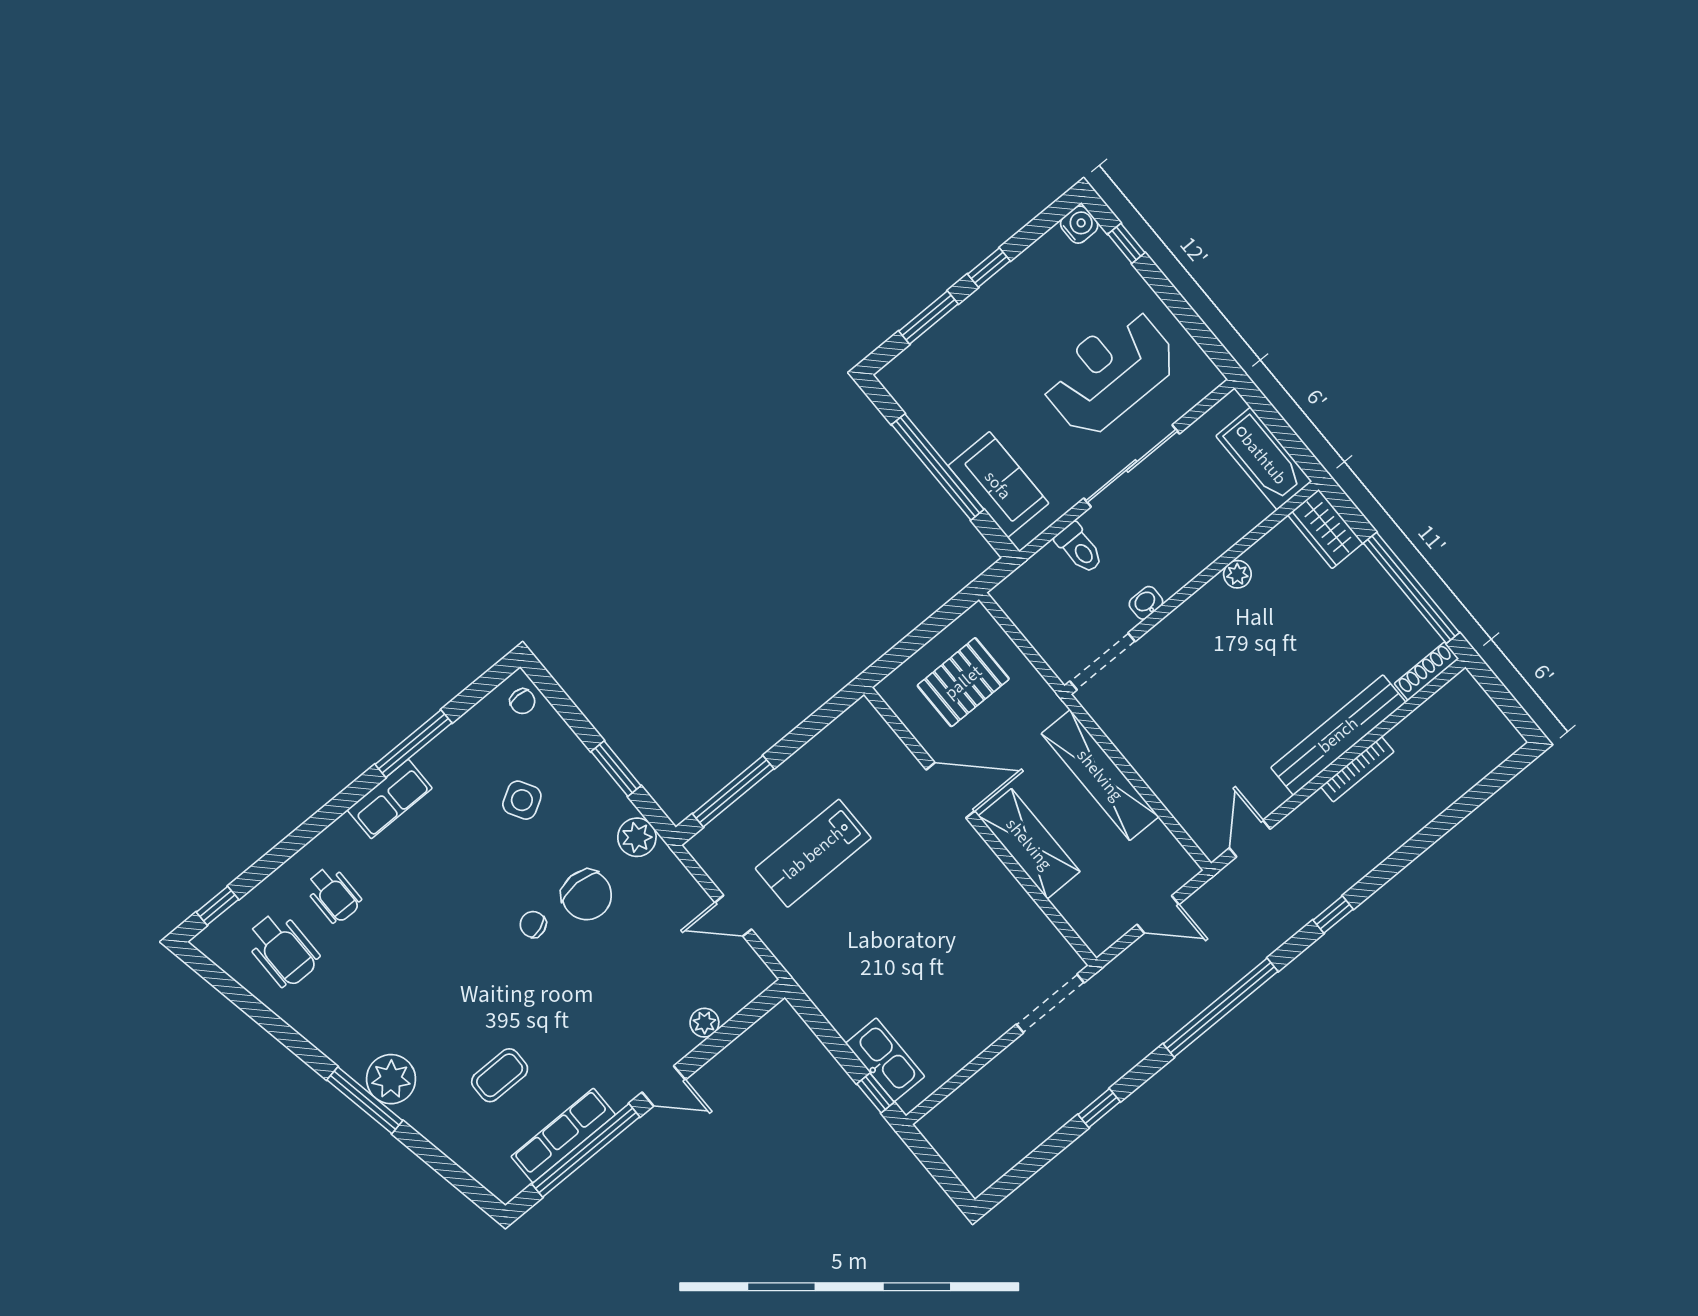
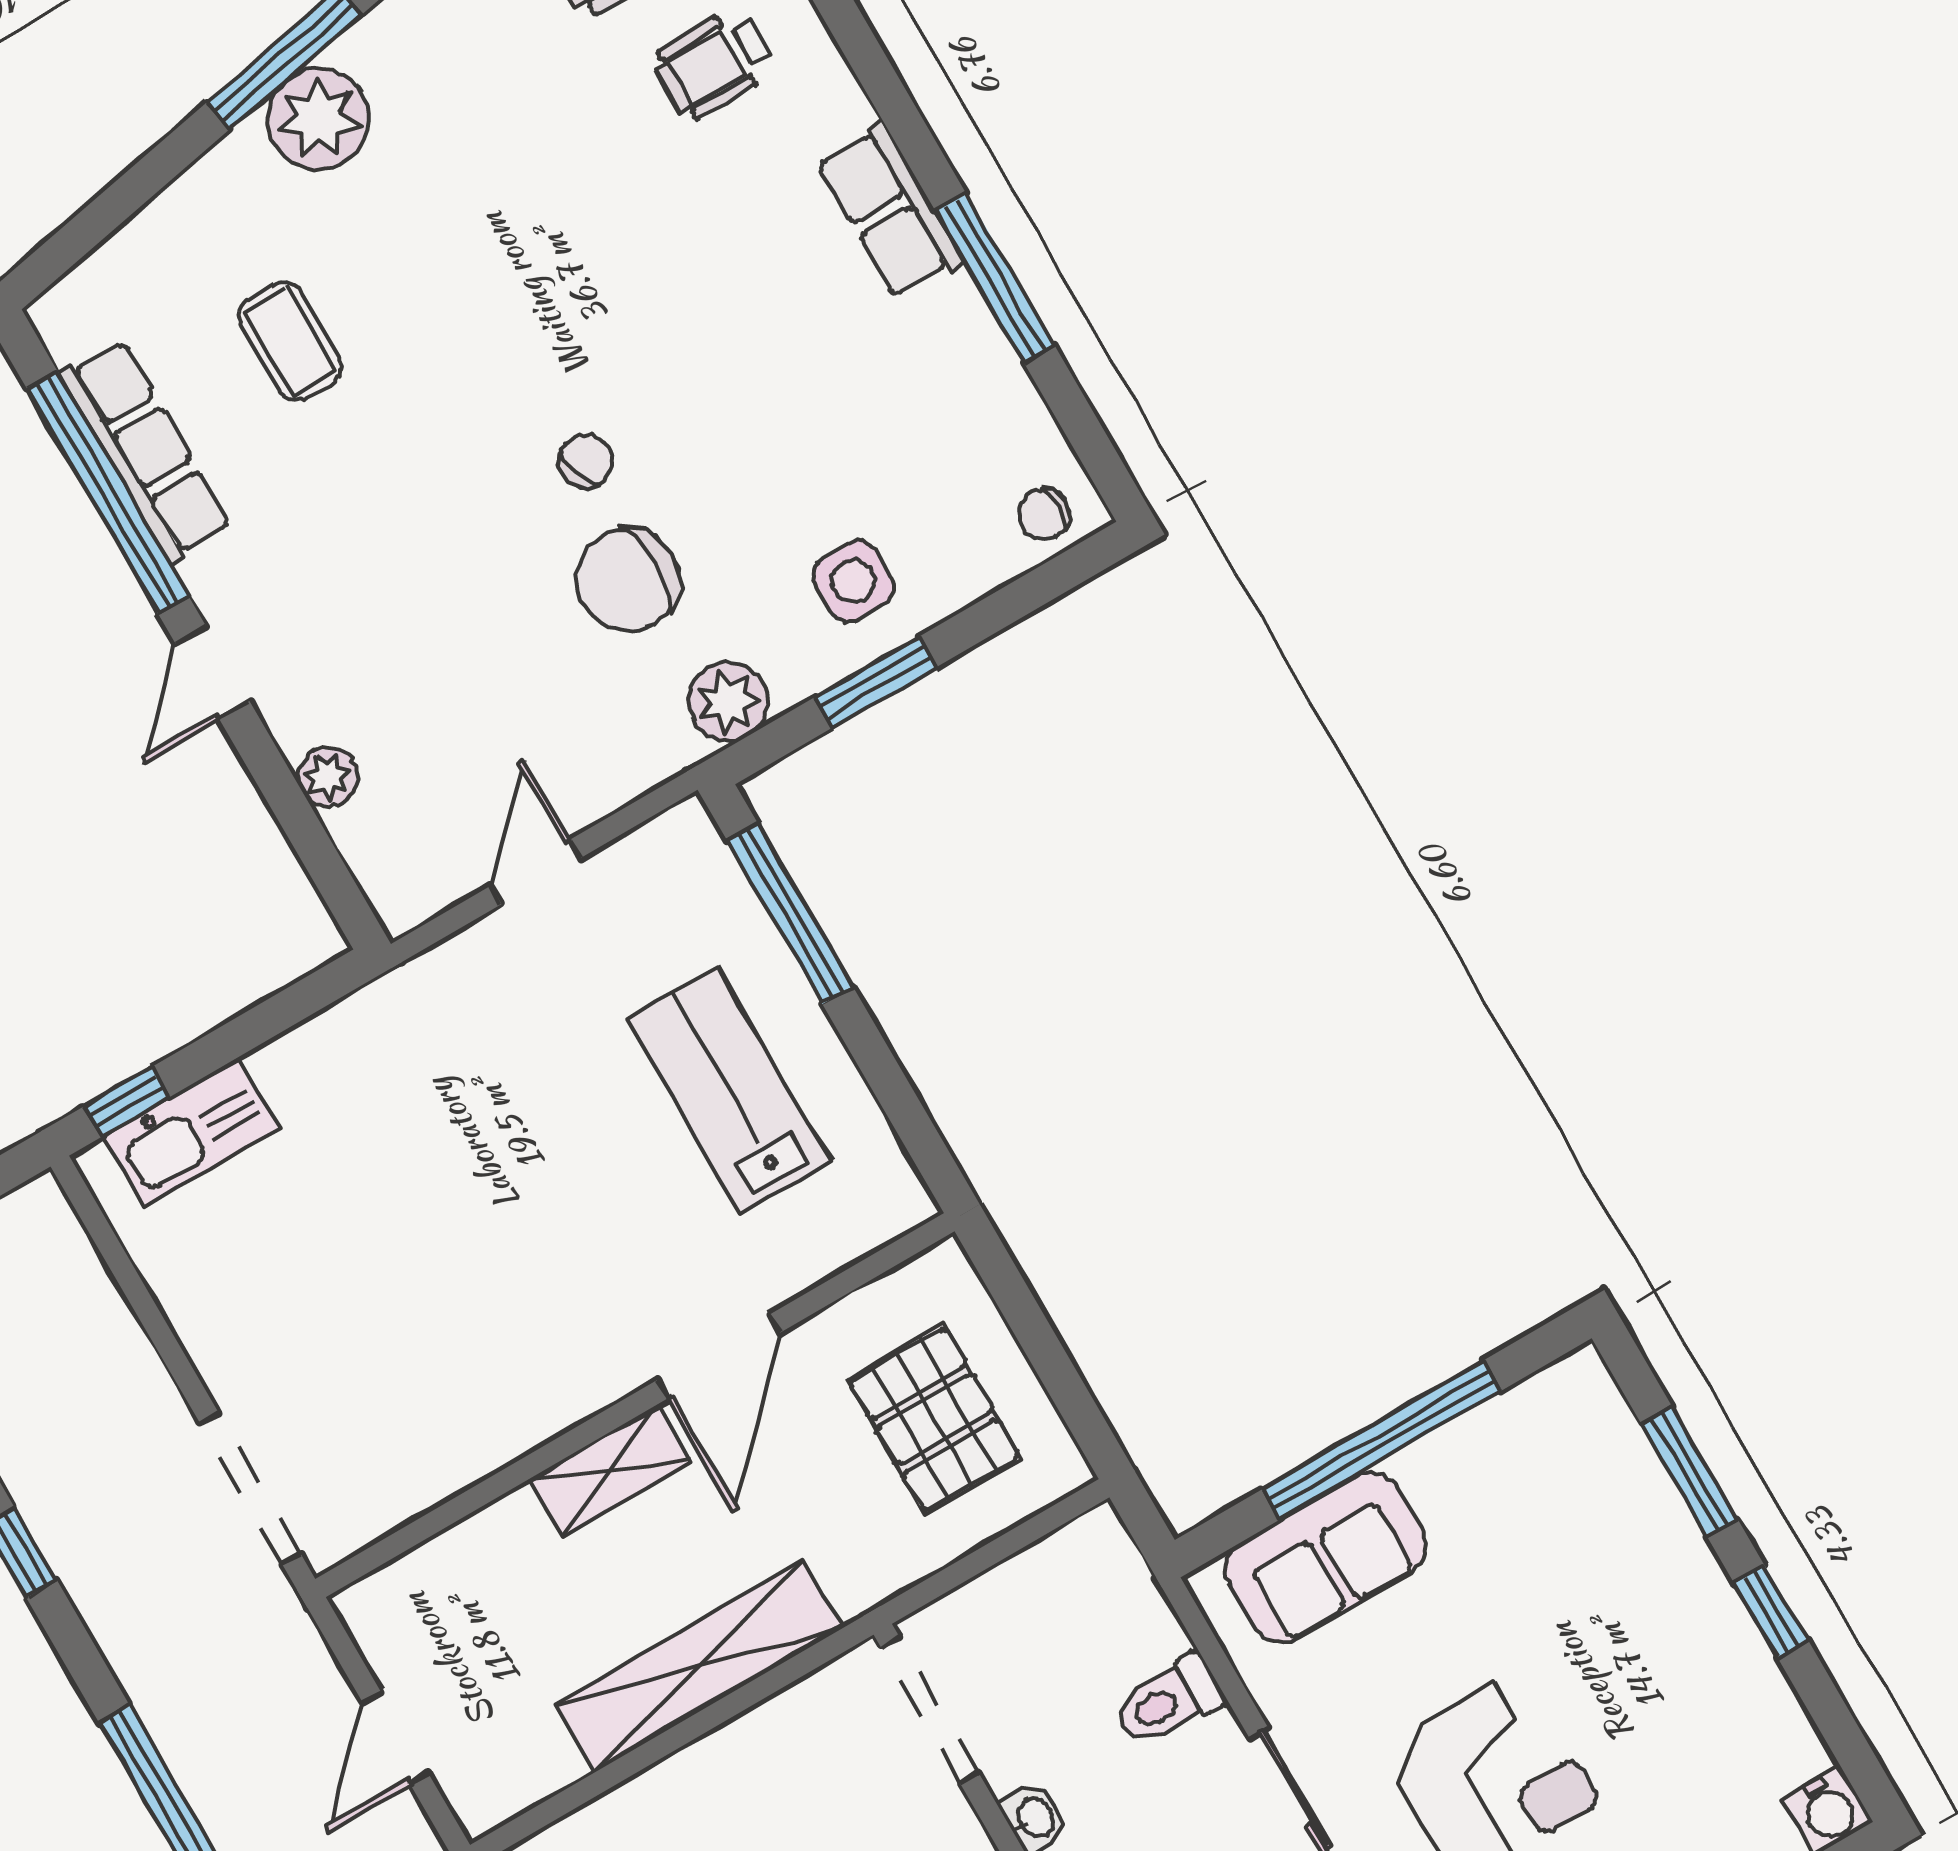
side table: (522, 800) -> (853, 581), moved, turned 30
shelving: (1029, 844) -> (610, 1471), width x0.67, depth x0.75
lab bench: (813, 853) -> (728, 1090), moved

